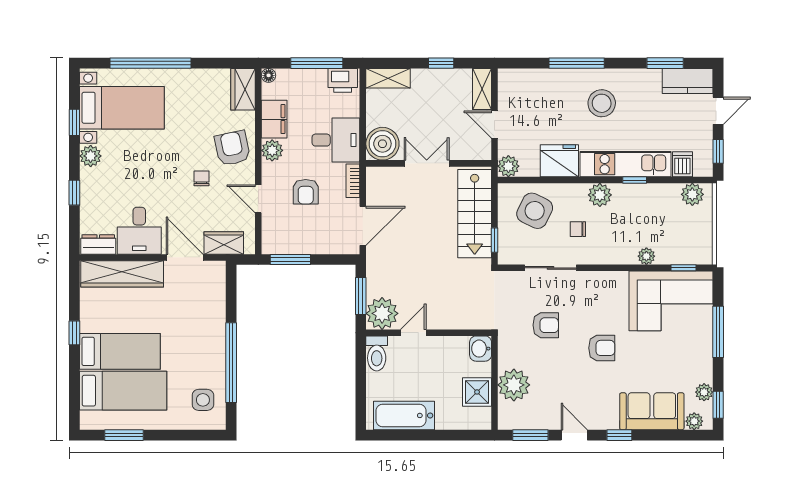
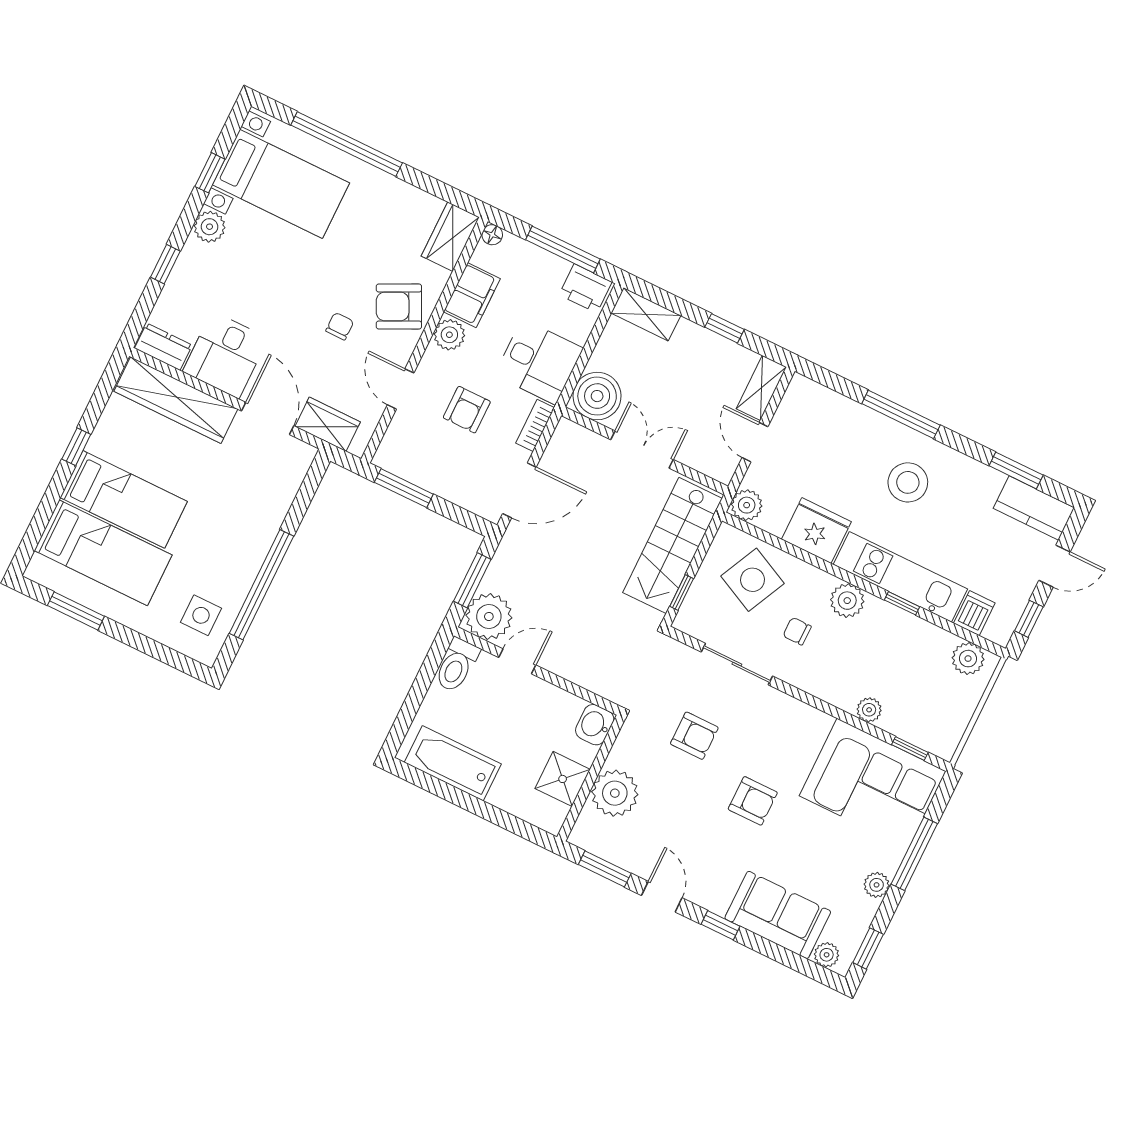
armchair: (232, 148) -> (399, 306), turned -104
plant: (704, 392) -> (877, 885), moved

